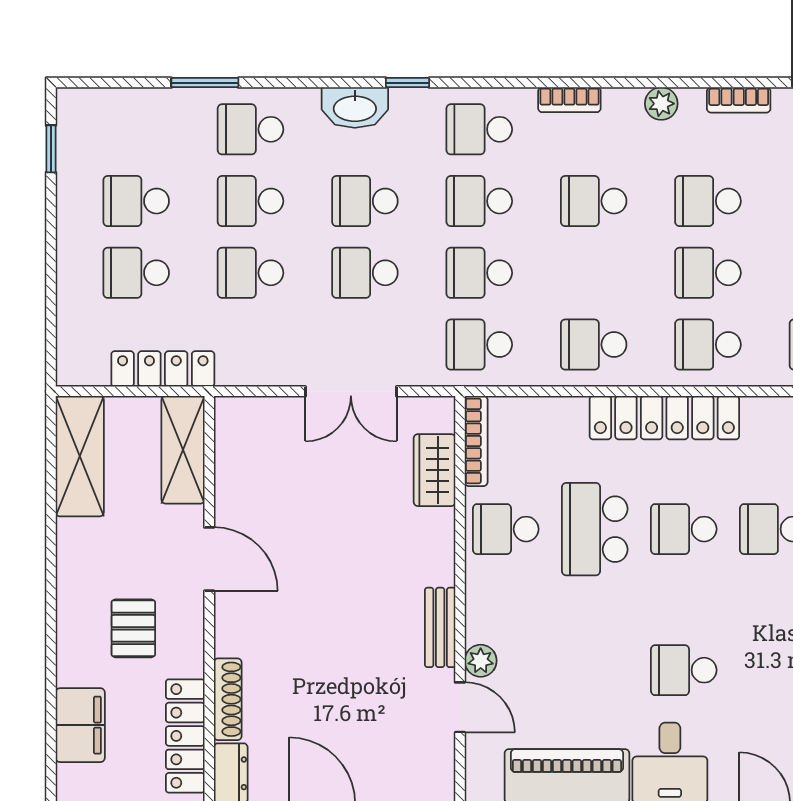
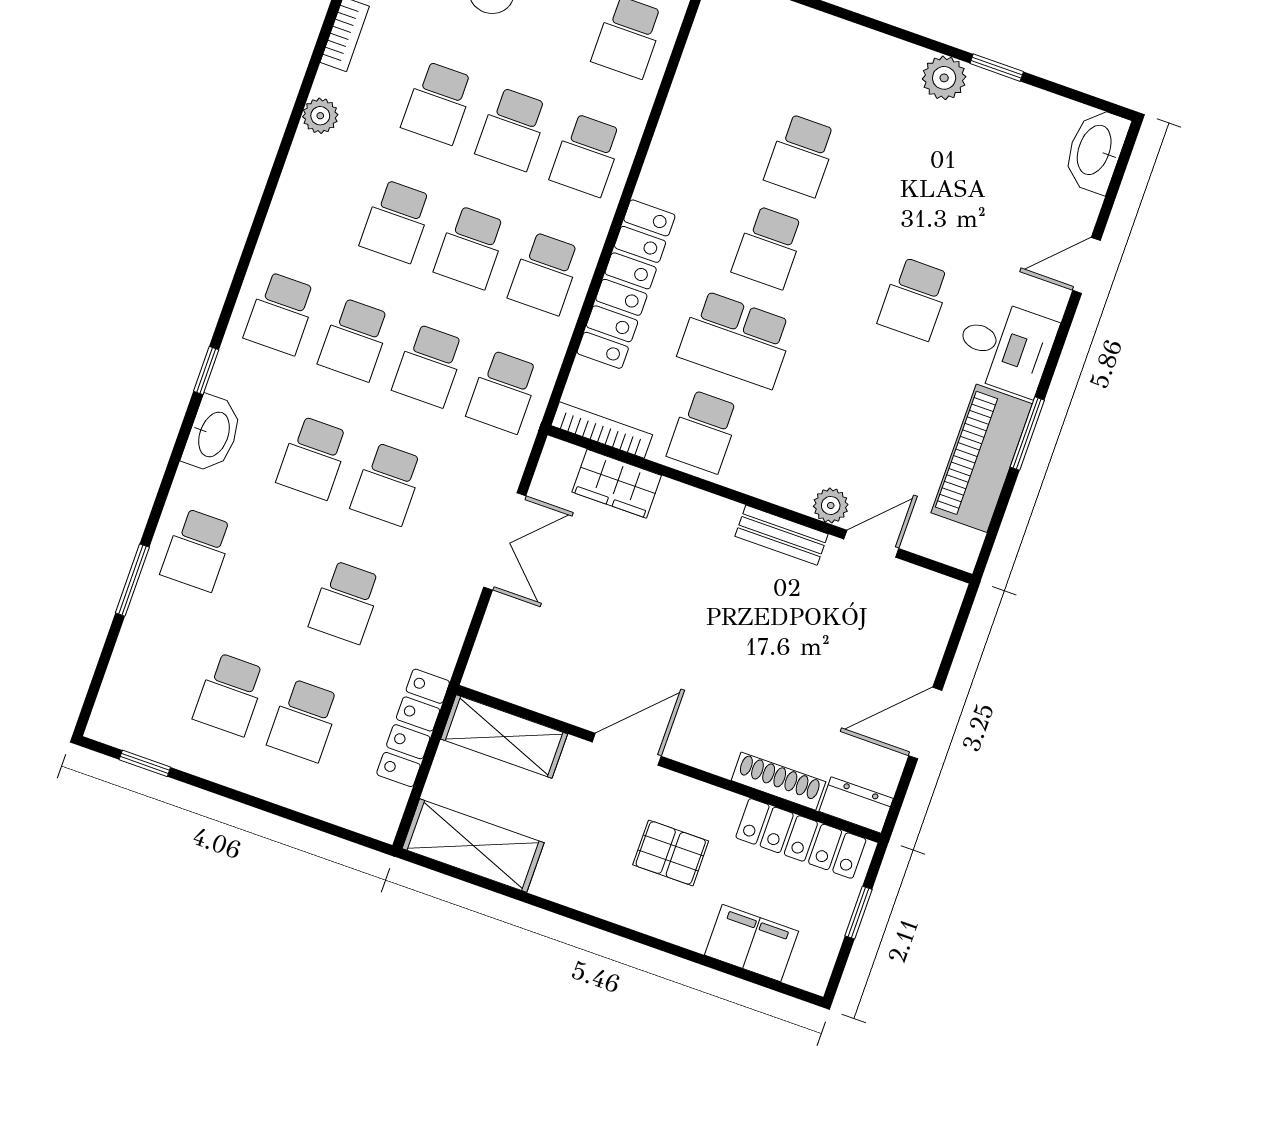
bookcase: (569, 100) -> (283, 209), removed
school desk: (251, 201) -> (471, 247), moved
locker: (664, 418) -> (626, 284), moved

